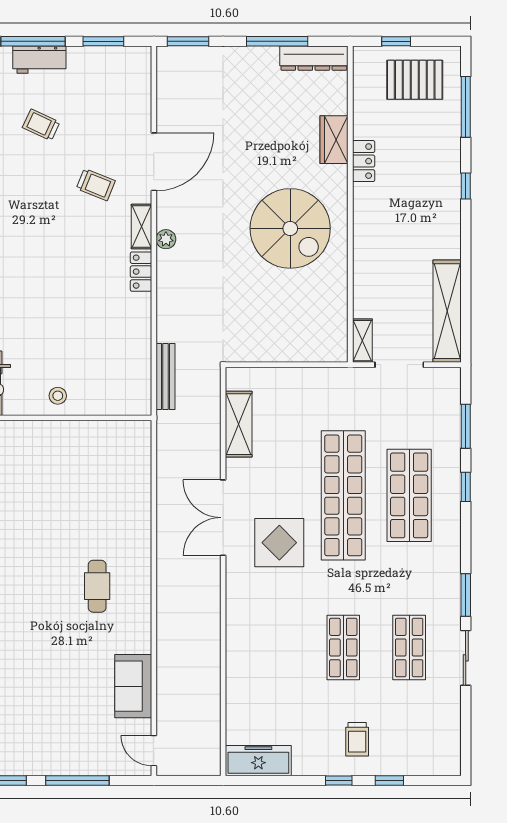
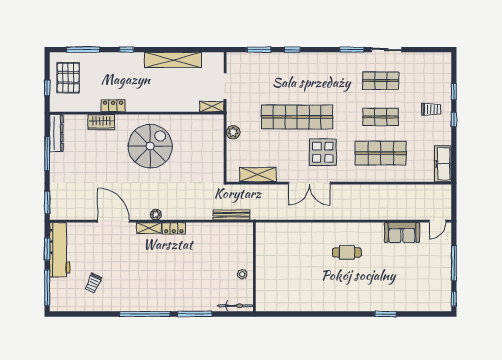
workbench: (39, 60) -> (60, 250), moved, width x1.88, depth x1.32
trolley: (96, 185) -> (126, 253), removed
shelving: (447, 311) -> (173, 60), moved
plant: (316, 379) -> (233, 132), added
shop shelf: (409, 495) -> (381, 153), moved

